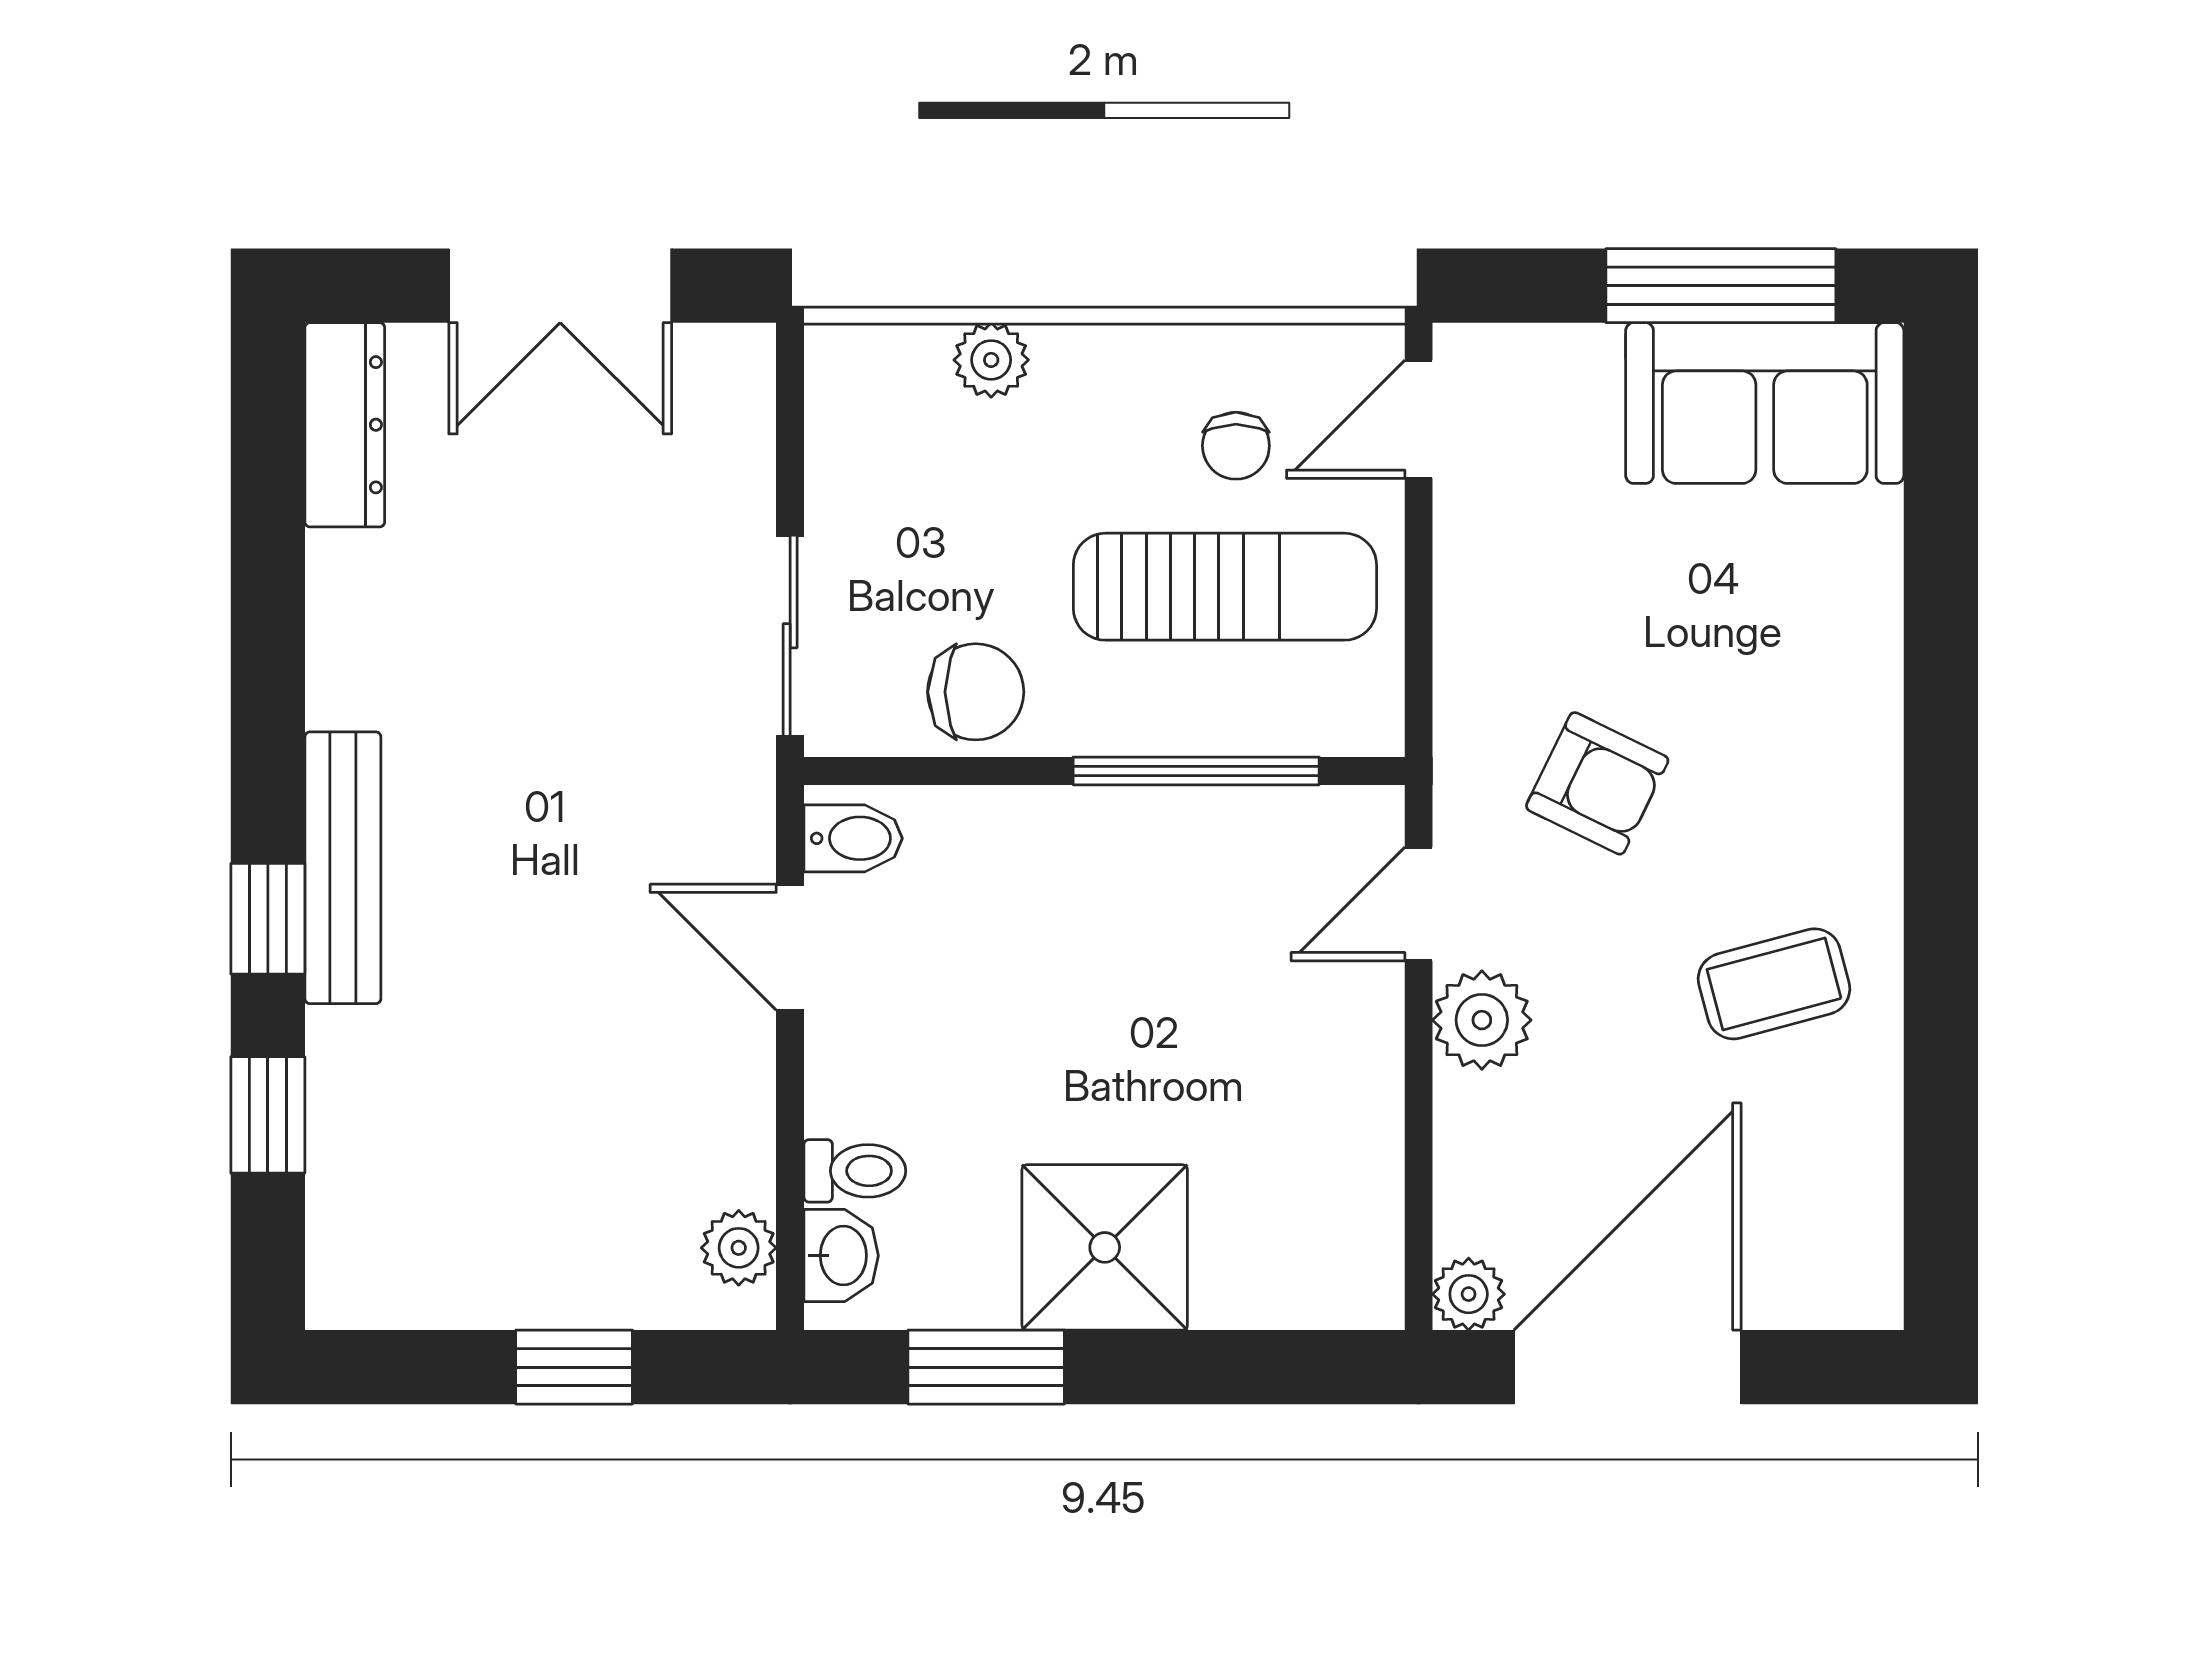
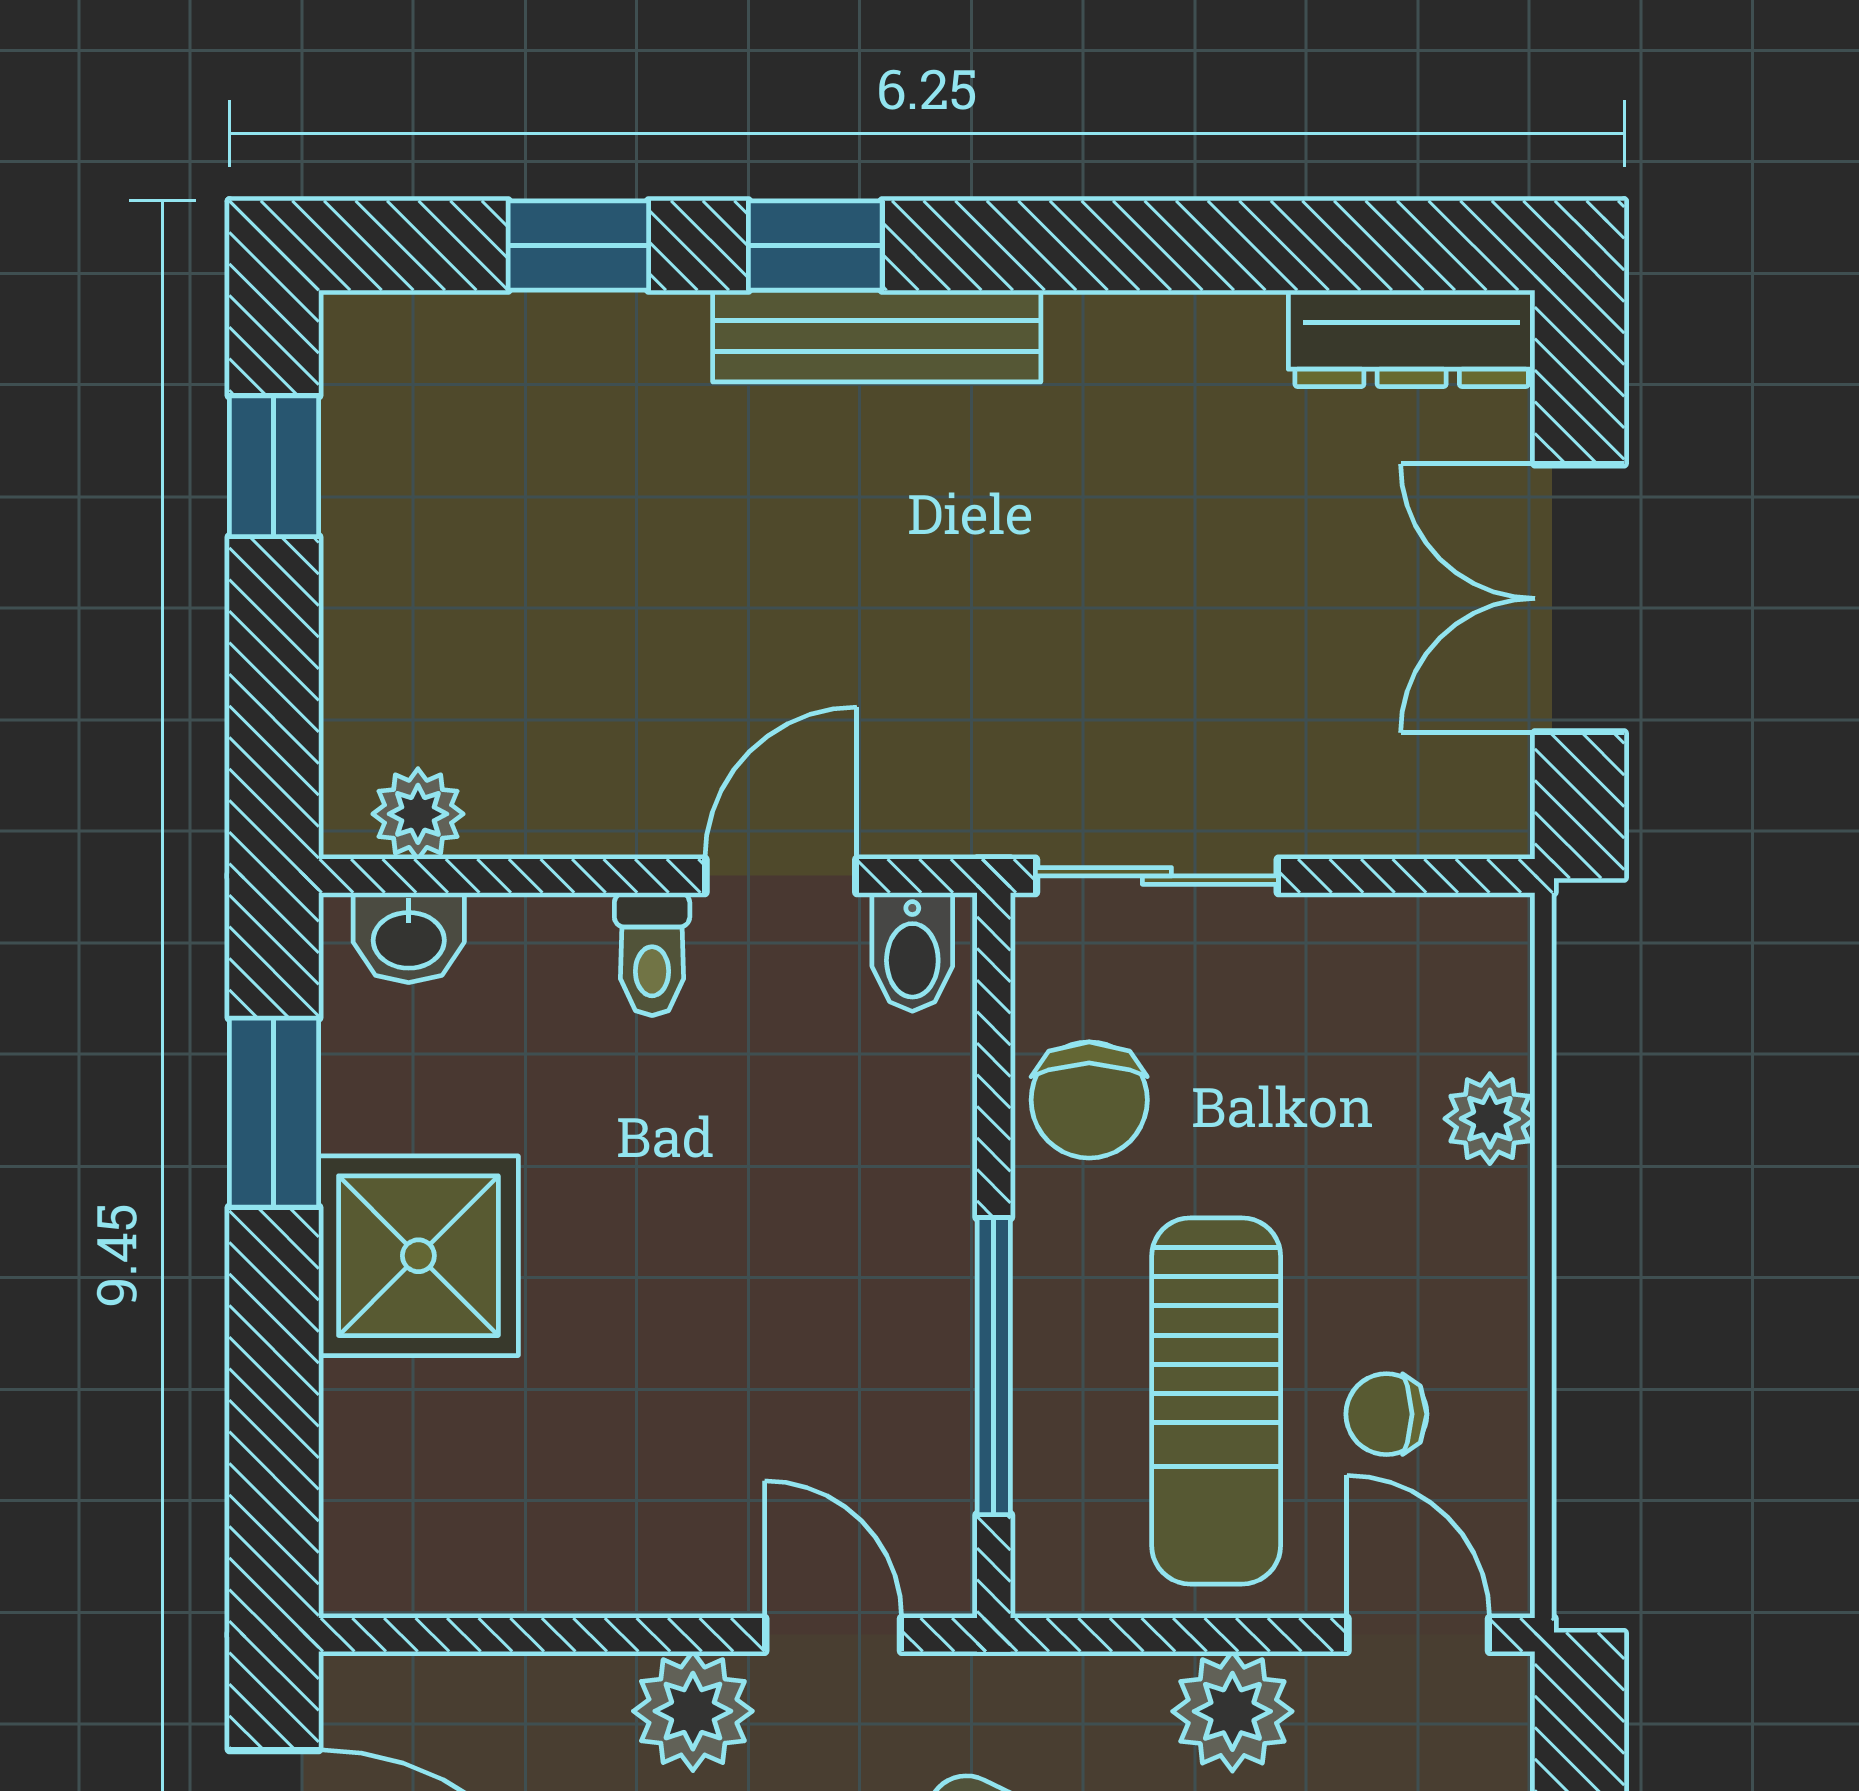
toilet: (855, 1171) -> (652, 954), moved
plant: (1469, 1294) -> (1232, 1711), moved, width x1.38, depth x1.38
window: (574, 1367) -> (274, 466), moved

